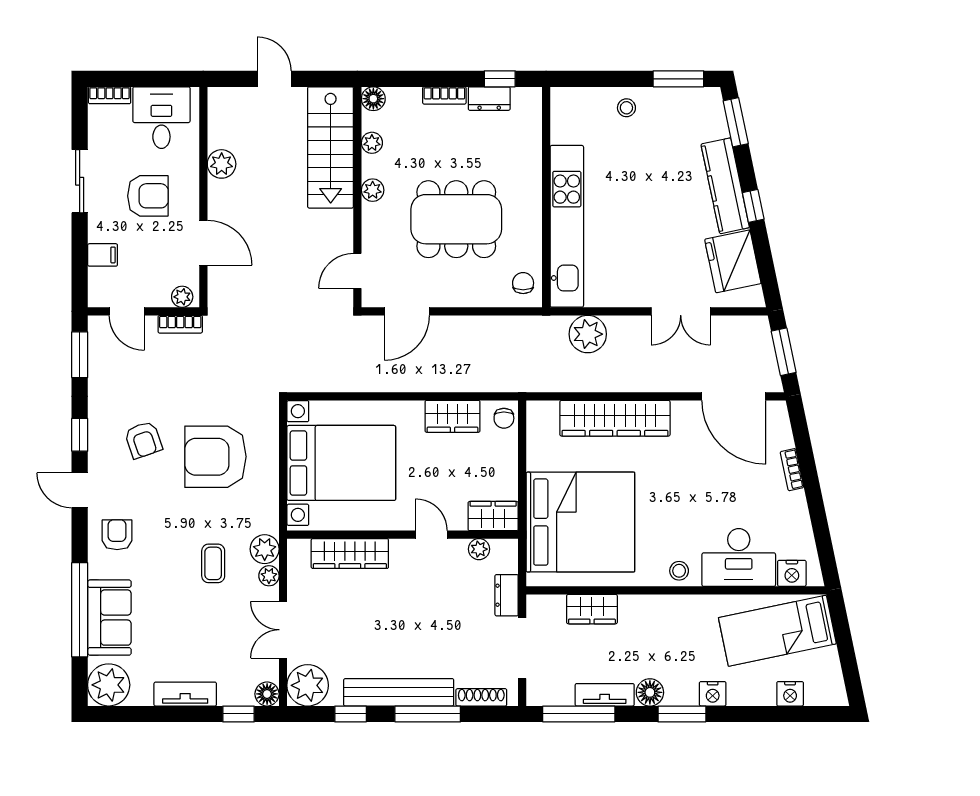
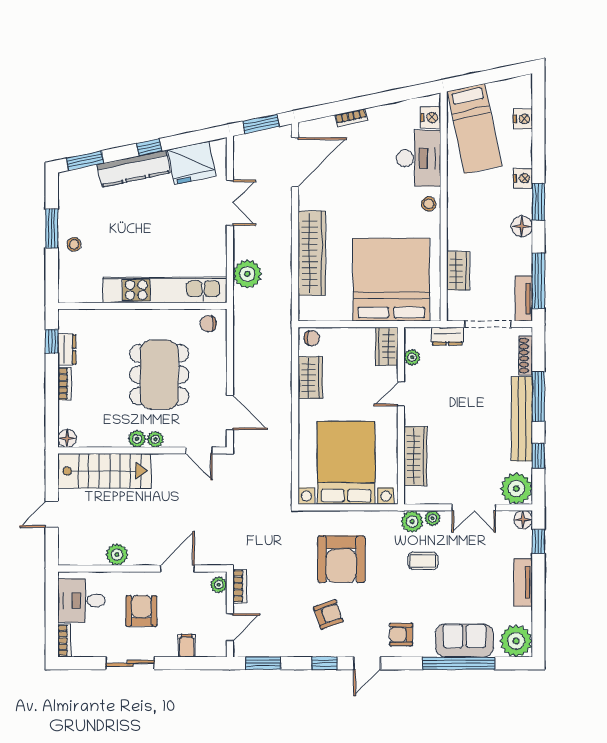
window: (678, 79) -> (52, 228), moved
plant: (372, 143) -> (155, 439), moved
tv unit: (605, 695) -> (524, 299), moved

